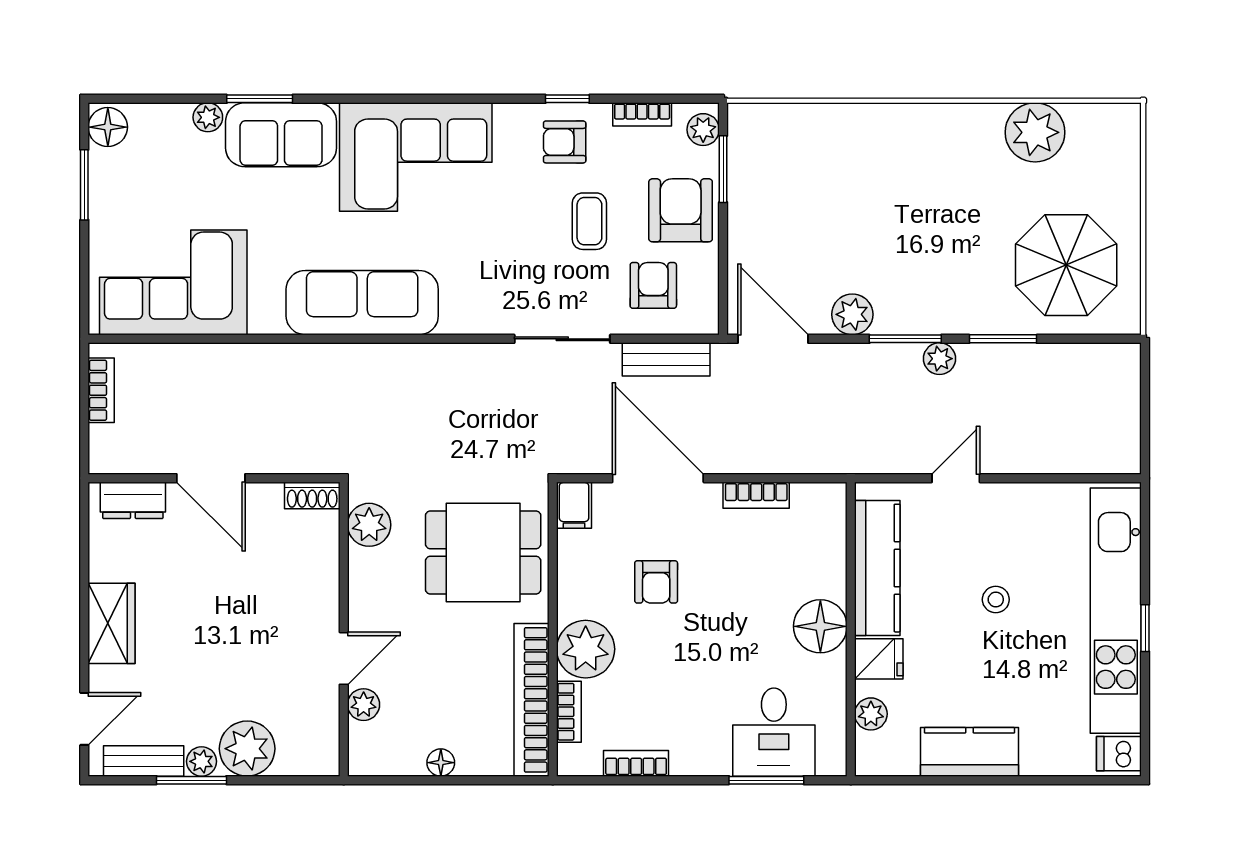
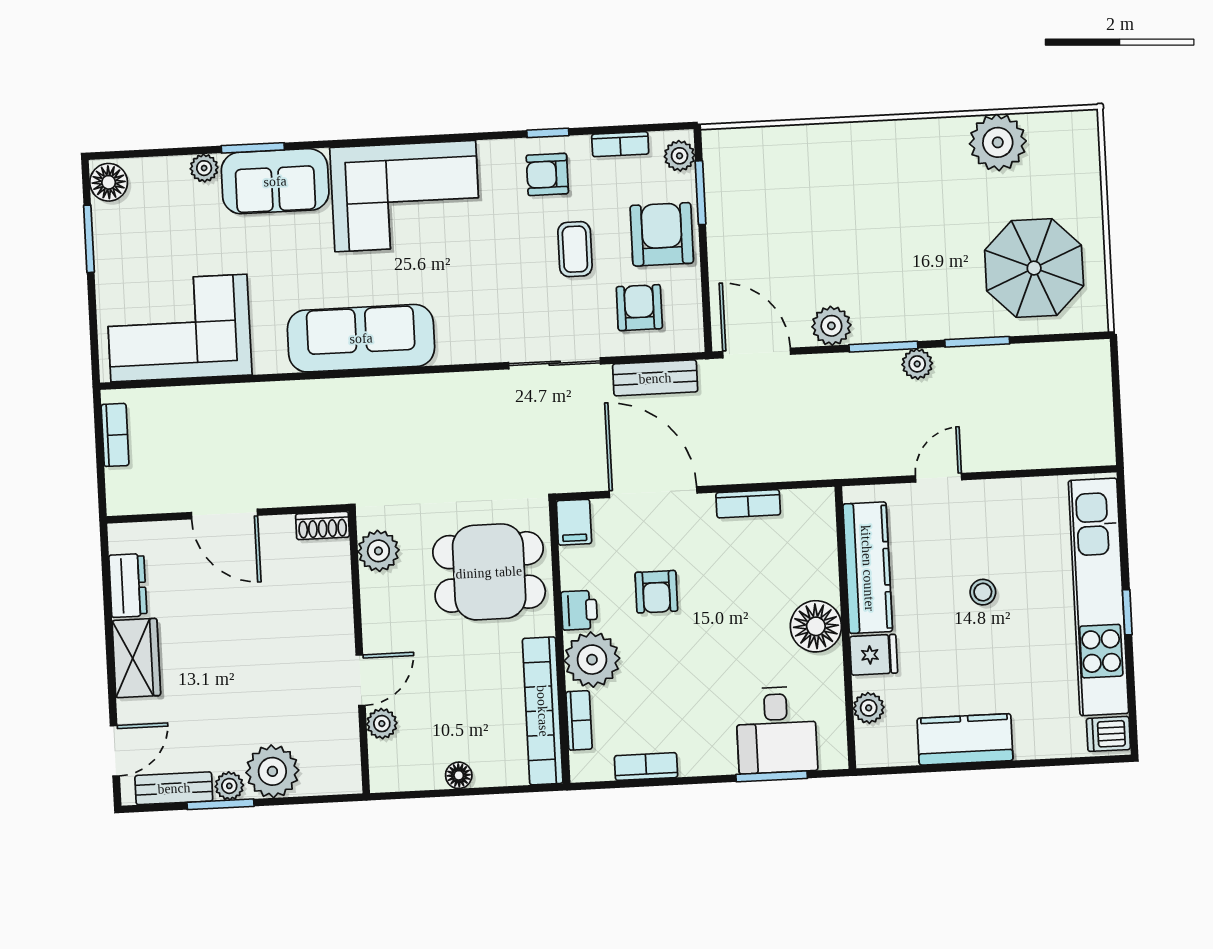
dresser: (133, 500) -> (128, 586), moved, turned -90
printer: (575, 597) -> (579, 610), added

